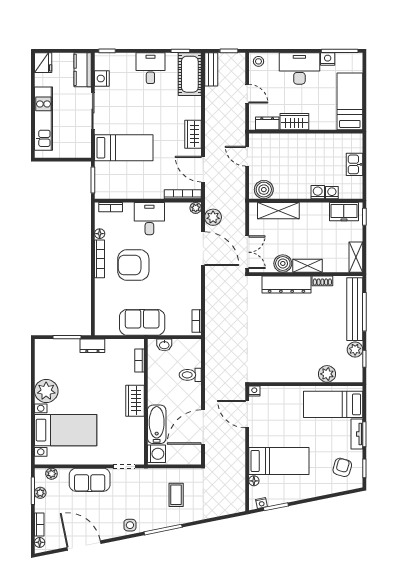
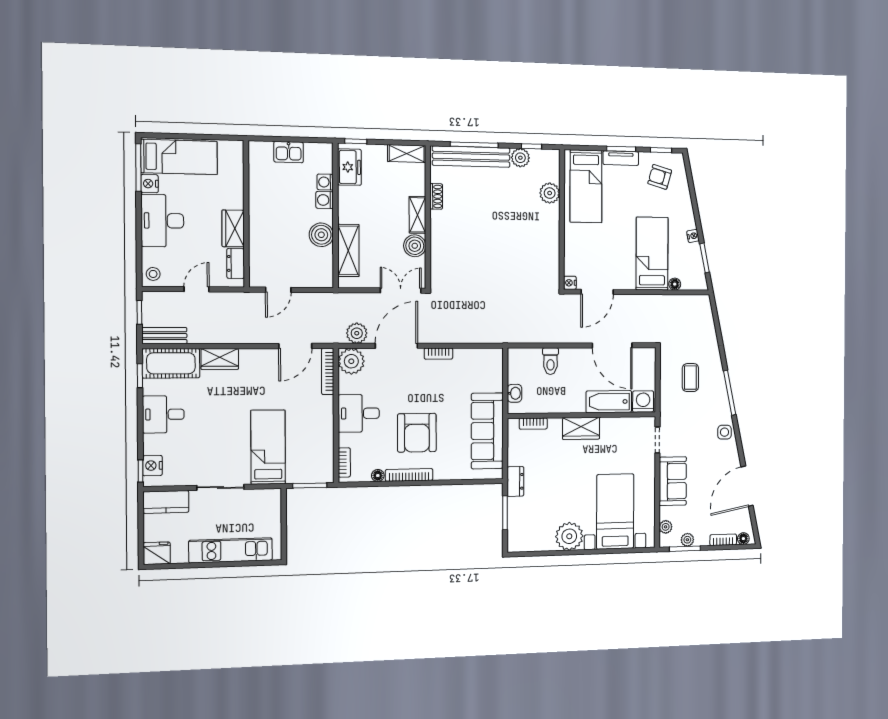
nightstand: (102, 78) -> (152, 466), moved, turned 90
bed: (350, 101) -> (179, 157), moved, turned 180
wardrobe: (193, 134) -> (220, 359), moved
boiler: (264, 190) -> (321, 235), moved
plant: (196, 208) -> (351, 361), width x1.87, depth x1.87
dresser: (287, 285) -> (441, 241), removed
bookcase: (197, 321) -> (439, 354), moved
sofa: (142, 322) -> (487, 431), width x1.36
coffee table: (176, 495) -> (690, 378), turned 90
nightstand: (261, 503) -> (693, 236), moved

